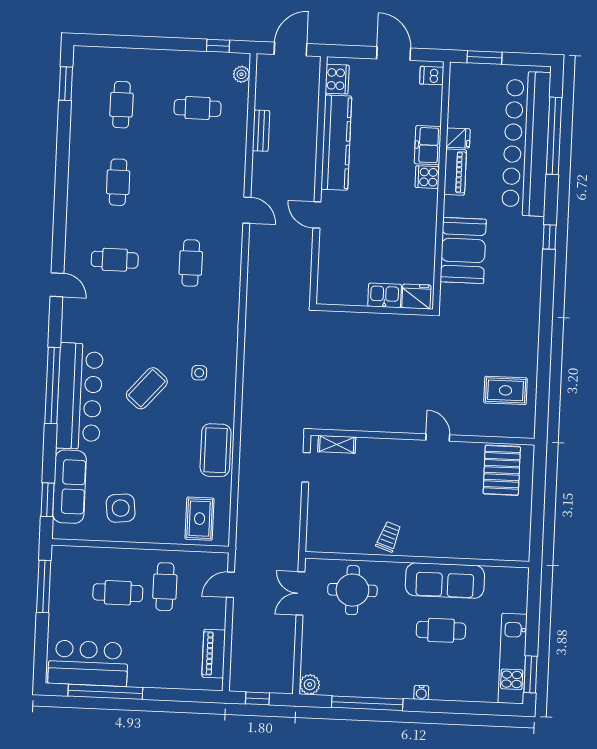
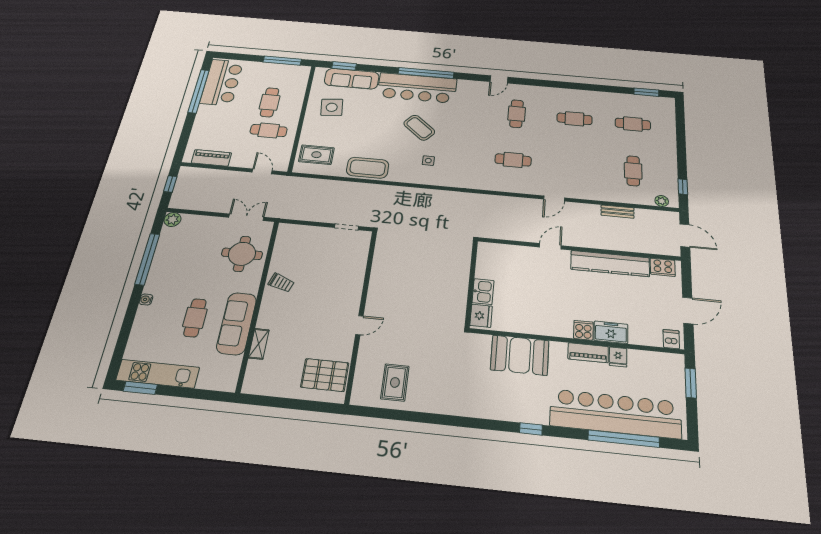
shelving: (337, 444) -> (259, 344), moved

